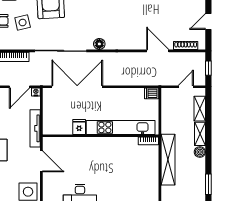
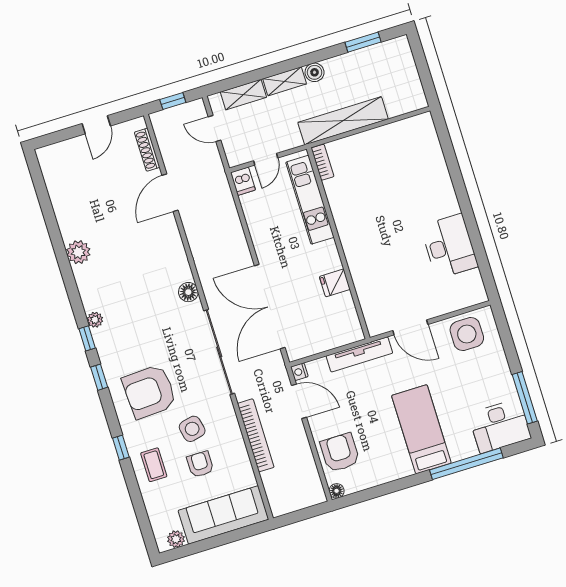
door: (208, 22) -> (96, 125), hinge flipped
door: (160, 110) -> (266, 159), added
kitchen unit: (121, 127) -> (310, 200), width x0.73
door: (41, 161) -> (410, 327), swing flipped

